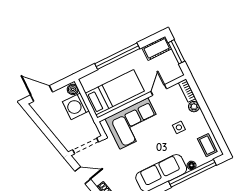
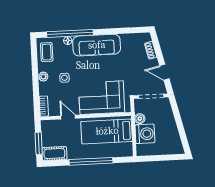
boiler: (73, 89) -> (140, 119), moved
door: (159, 90) -> (68, 117), swing flipped
door: (42, 93) -> (170, 157), removed
plant: (194, 107) -> (43, 77), moved

